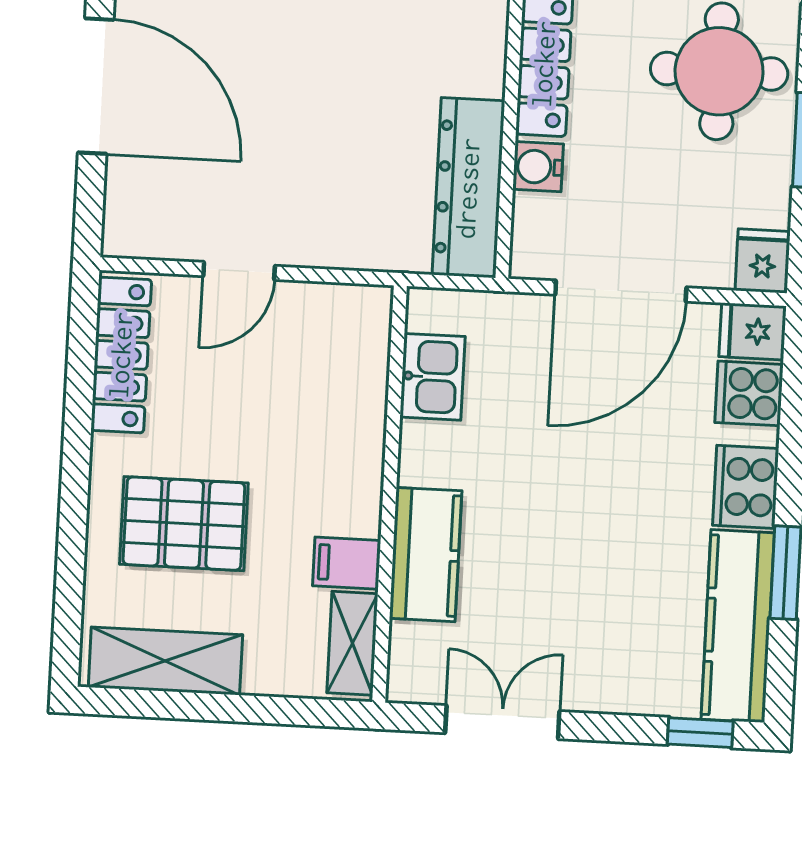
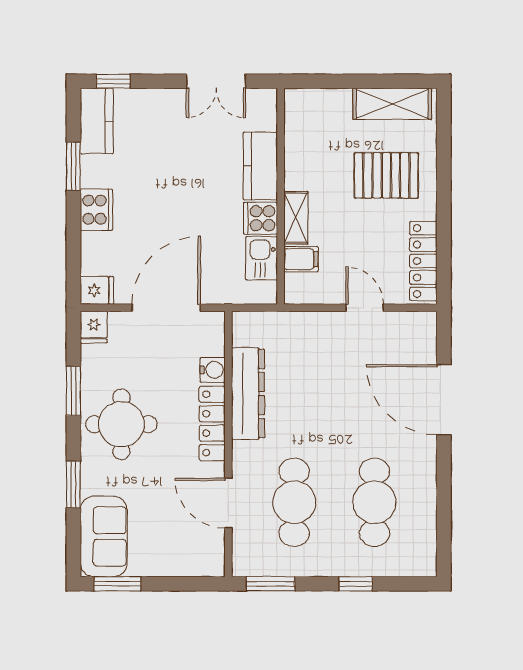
dresser: (468, 188) -> (248, 394), moved
door: (239, 271) -> (365, 308), hinge flipped
cooker: (749, 393) -> (260, 218), moved, turned 180
filing cabinet: (347, 563) -> (301, 259), moved
kitchen counter: (738, 626) -> (97, 121), width x0.67
shelving: (352, 643) -> (296, 218), moved

